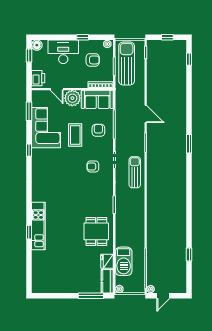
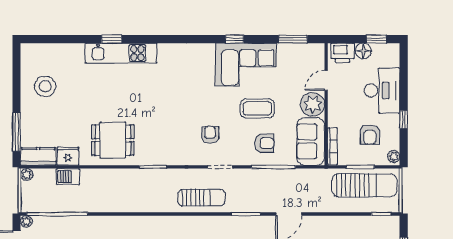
floor lamp: (37, 45) -> (363, 51), moved
corner sofa: (46, 128) -> (246, 65), moved
barbecue: (124, 261) -> (68, 177), width x0.53, depth x0.65
stool: (60, 277) -> (45, 86), added

